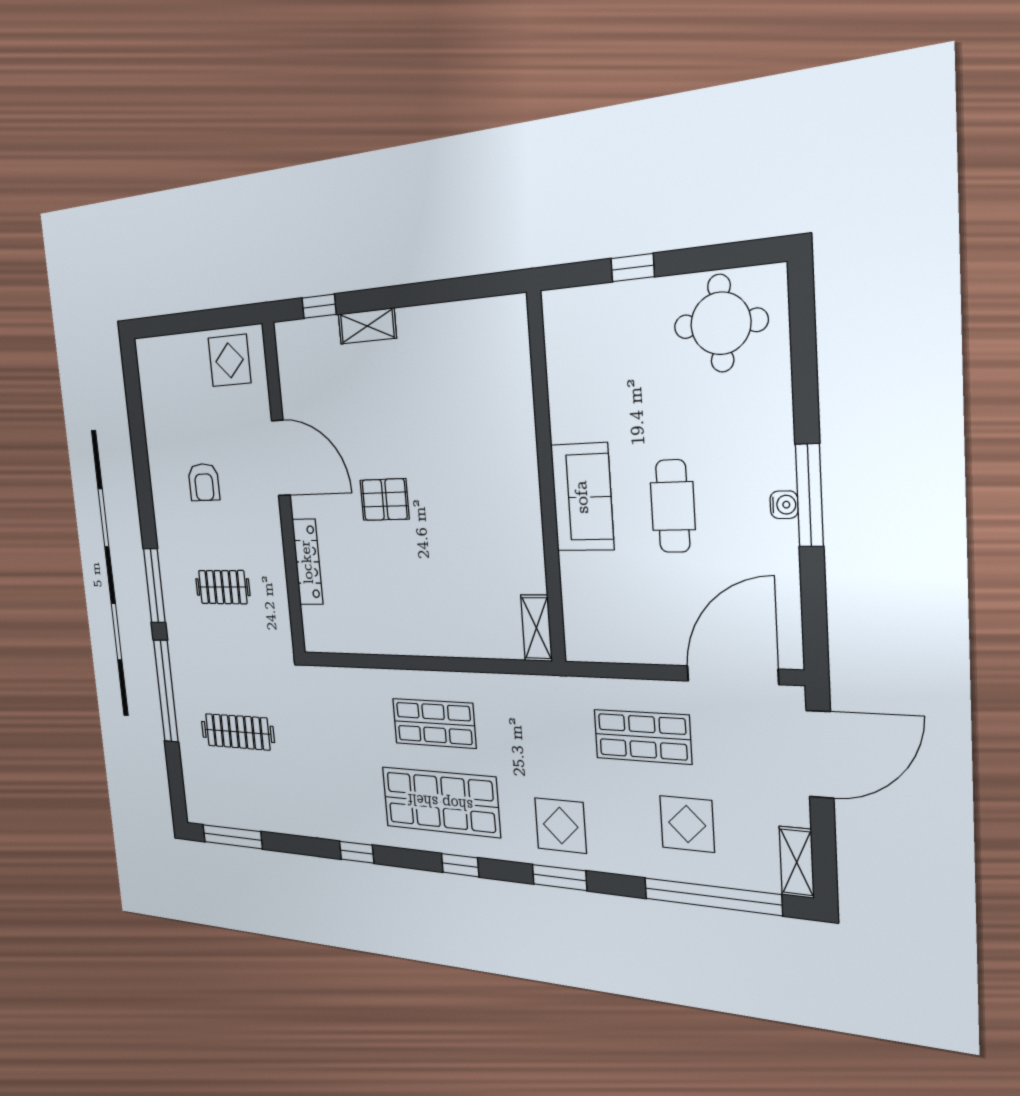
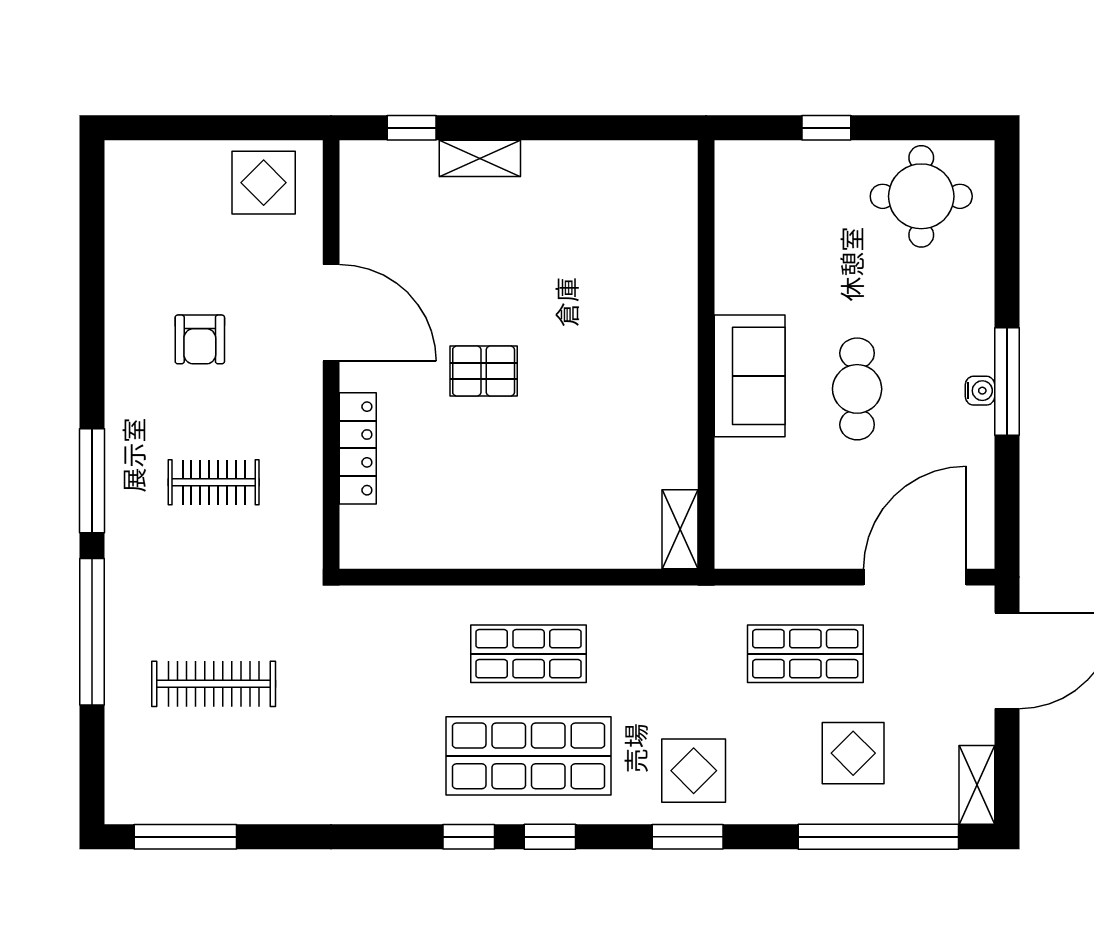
window: (357, 852) -> (469, 837), moved

